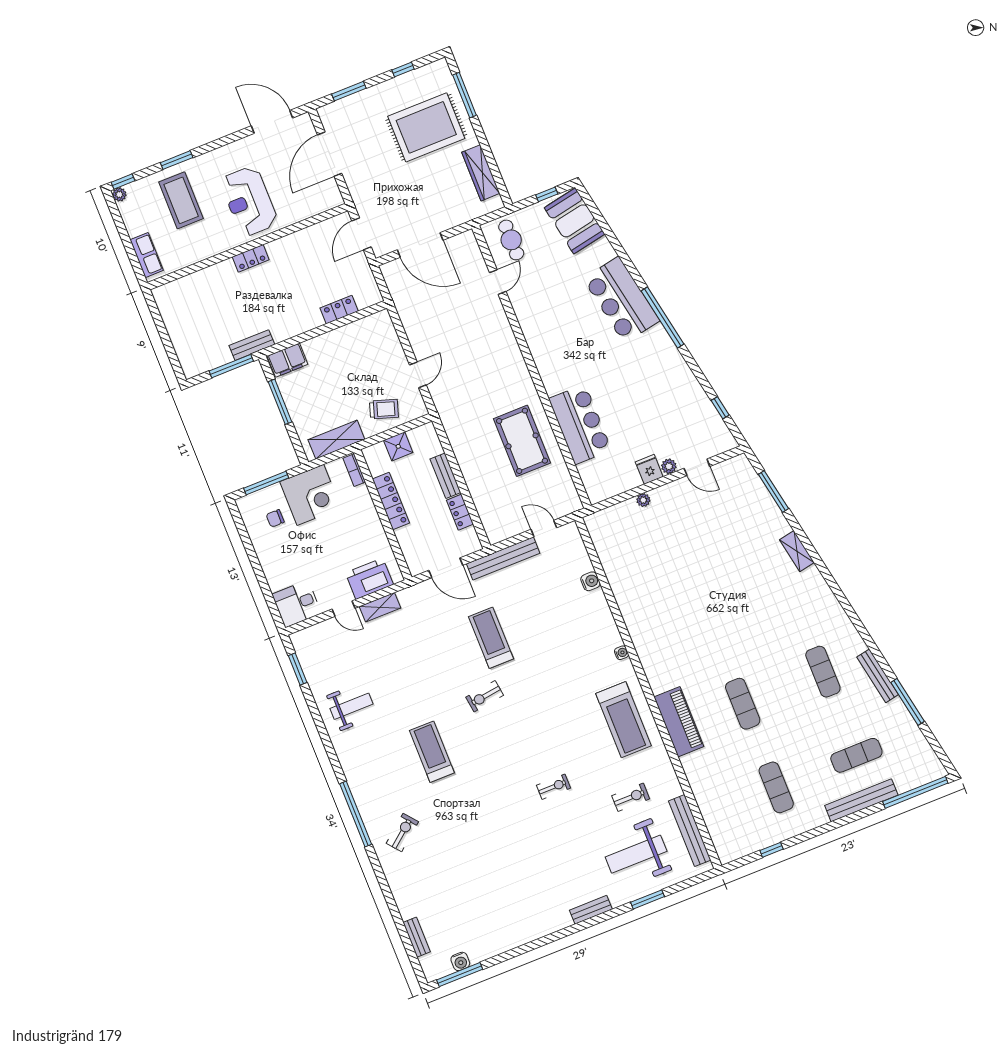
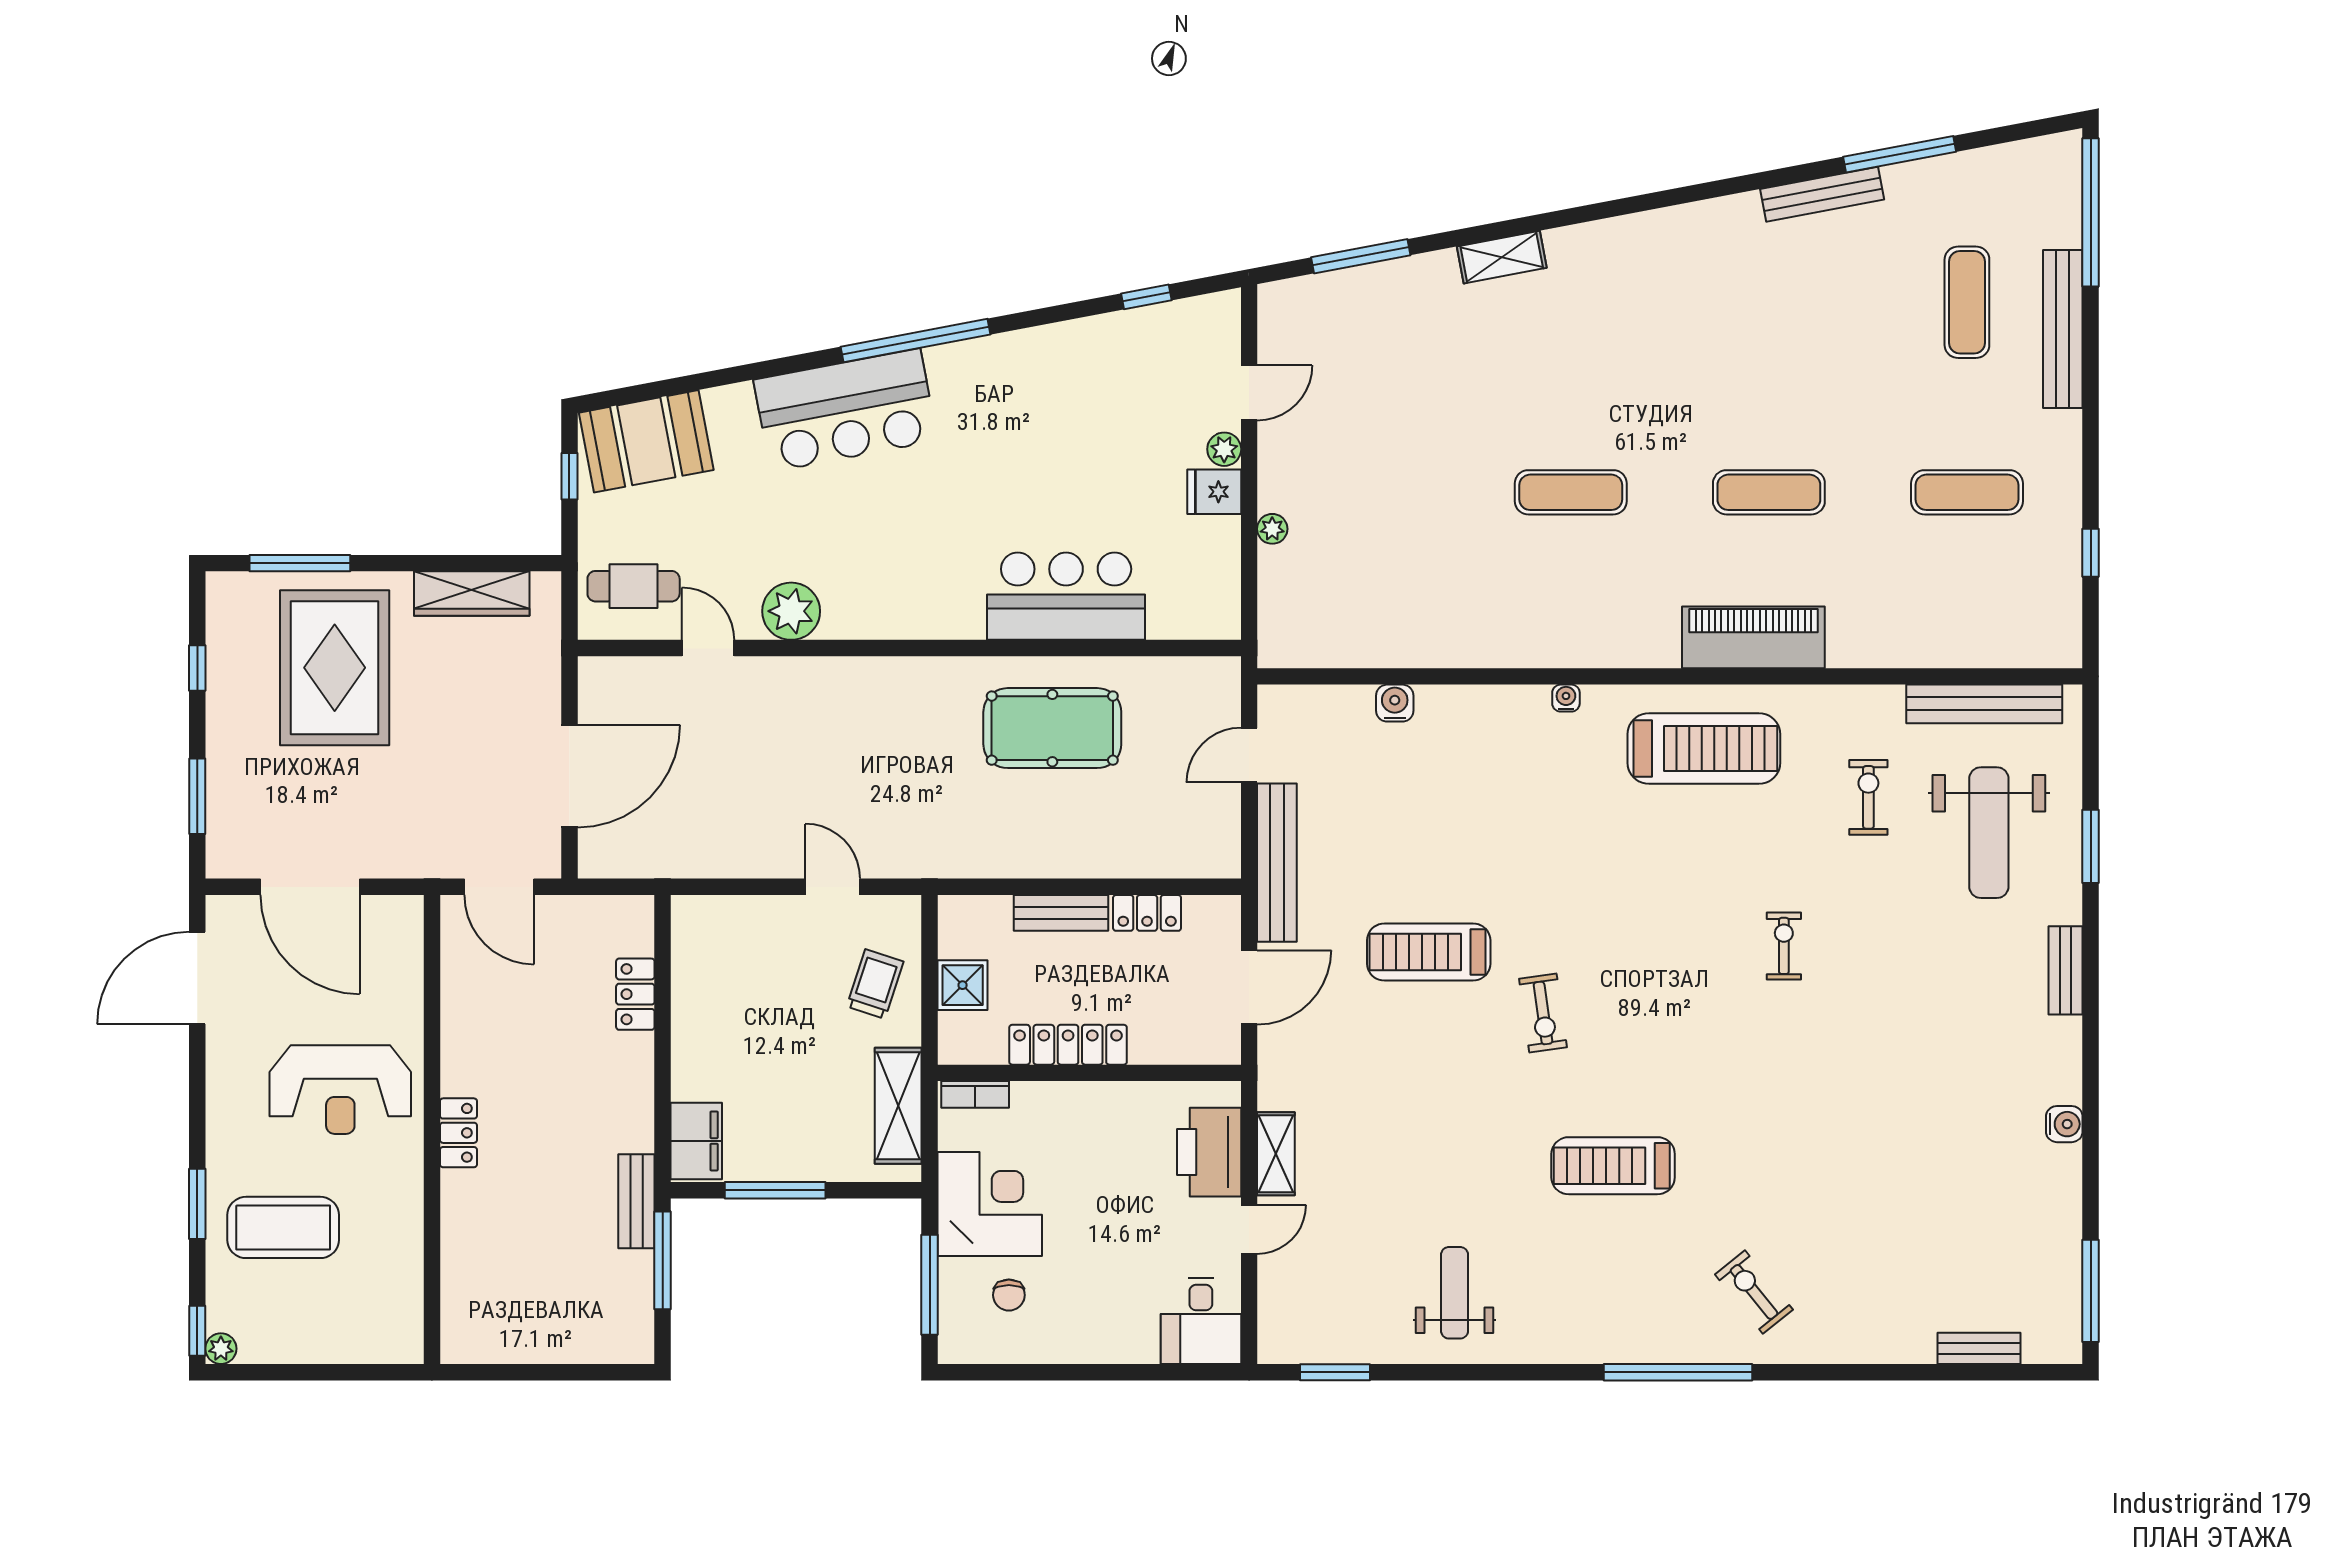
row of seats: (147, 255) -> (367, 1343), removed
plant: (527, 311) -> (791, 611), added
exercise mat: (823, 672) -> (1571, 492), moved
water cooler: (460, 961) -> (2064, 1124), moved

